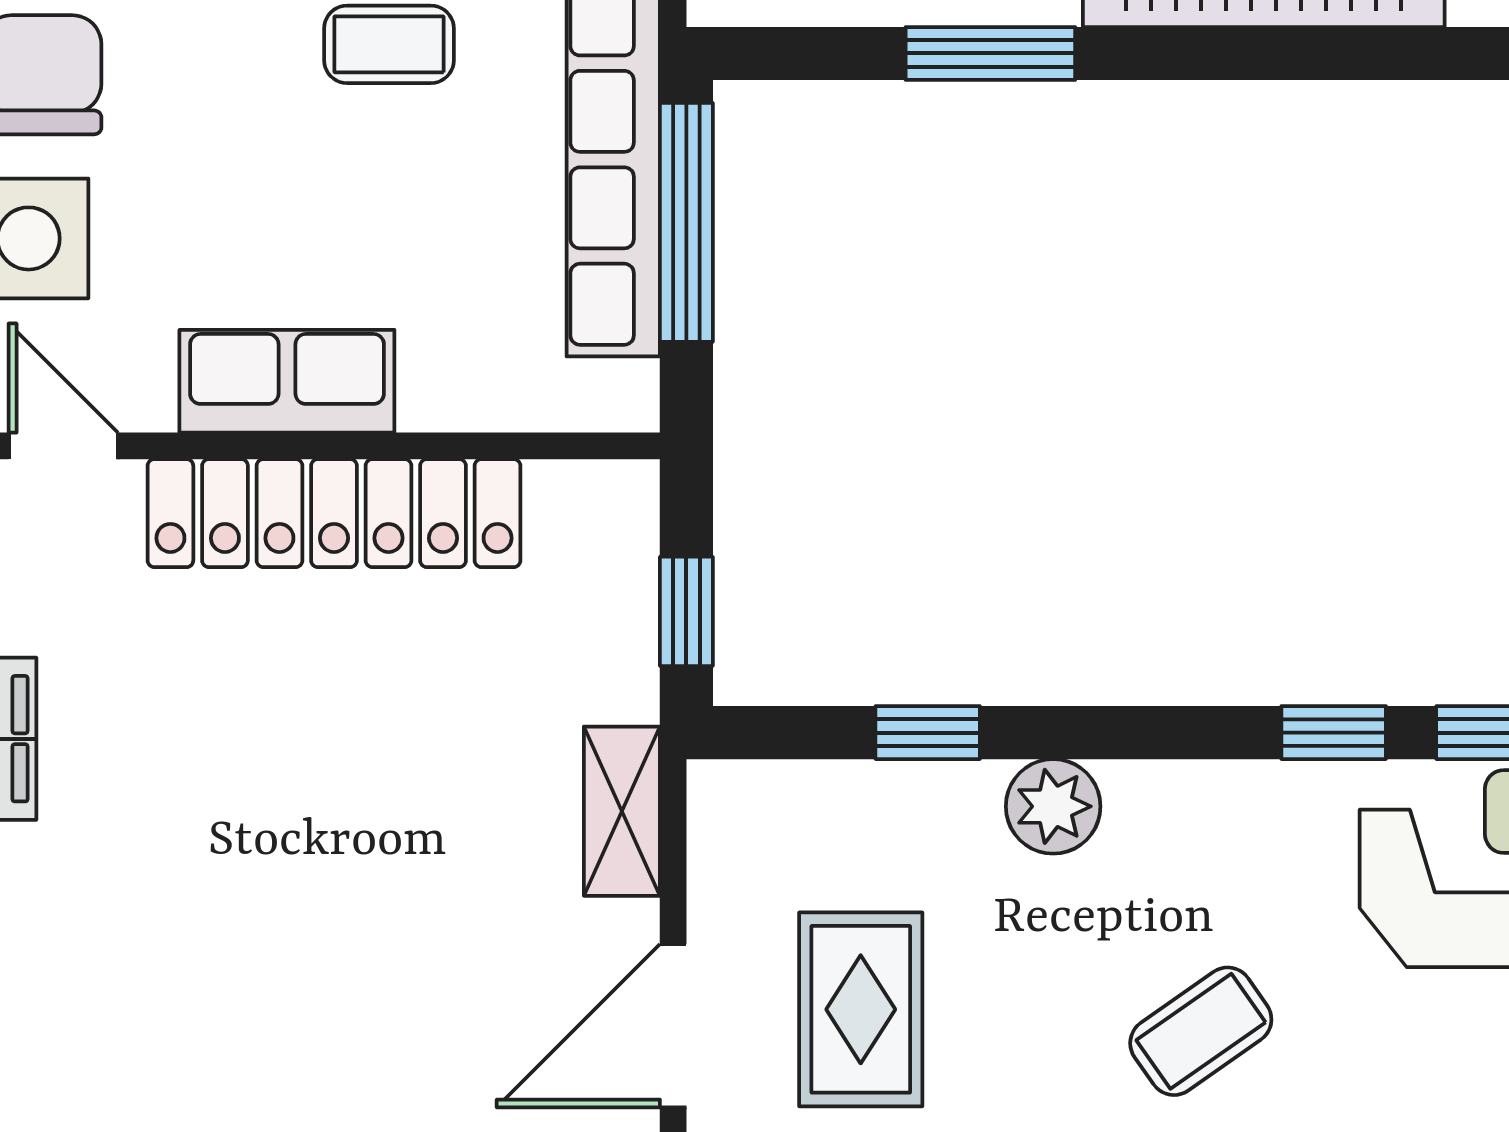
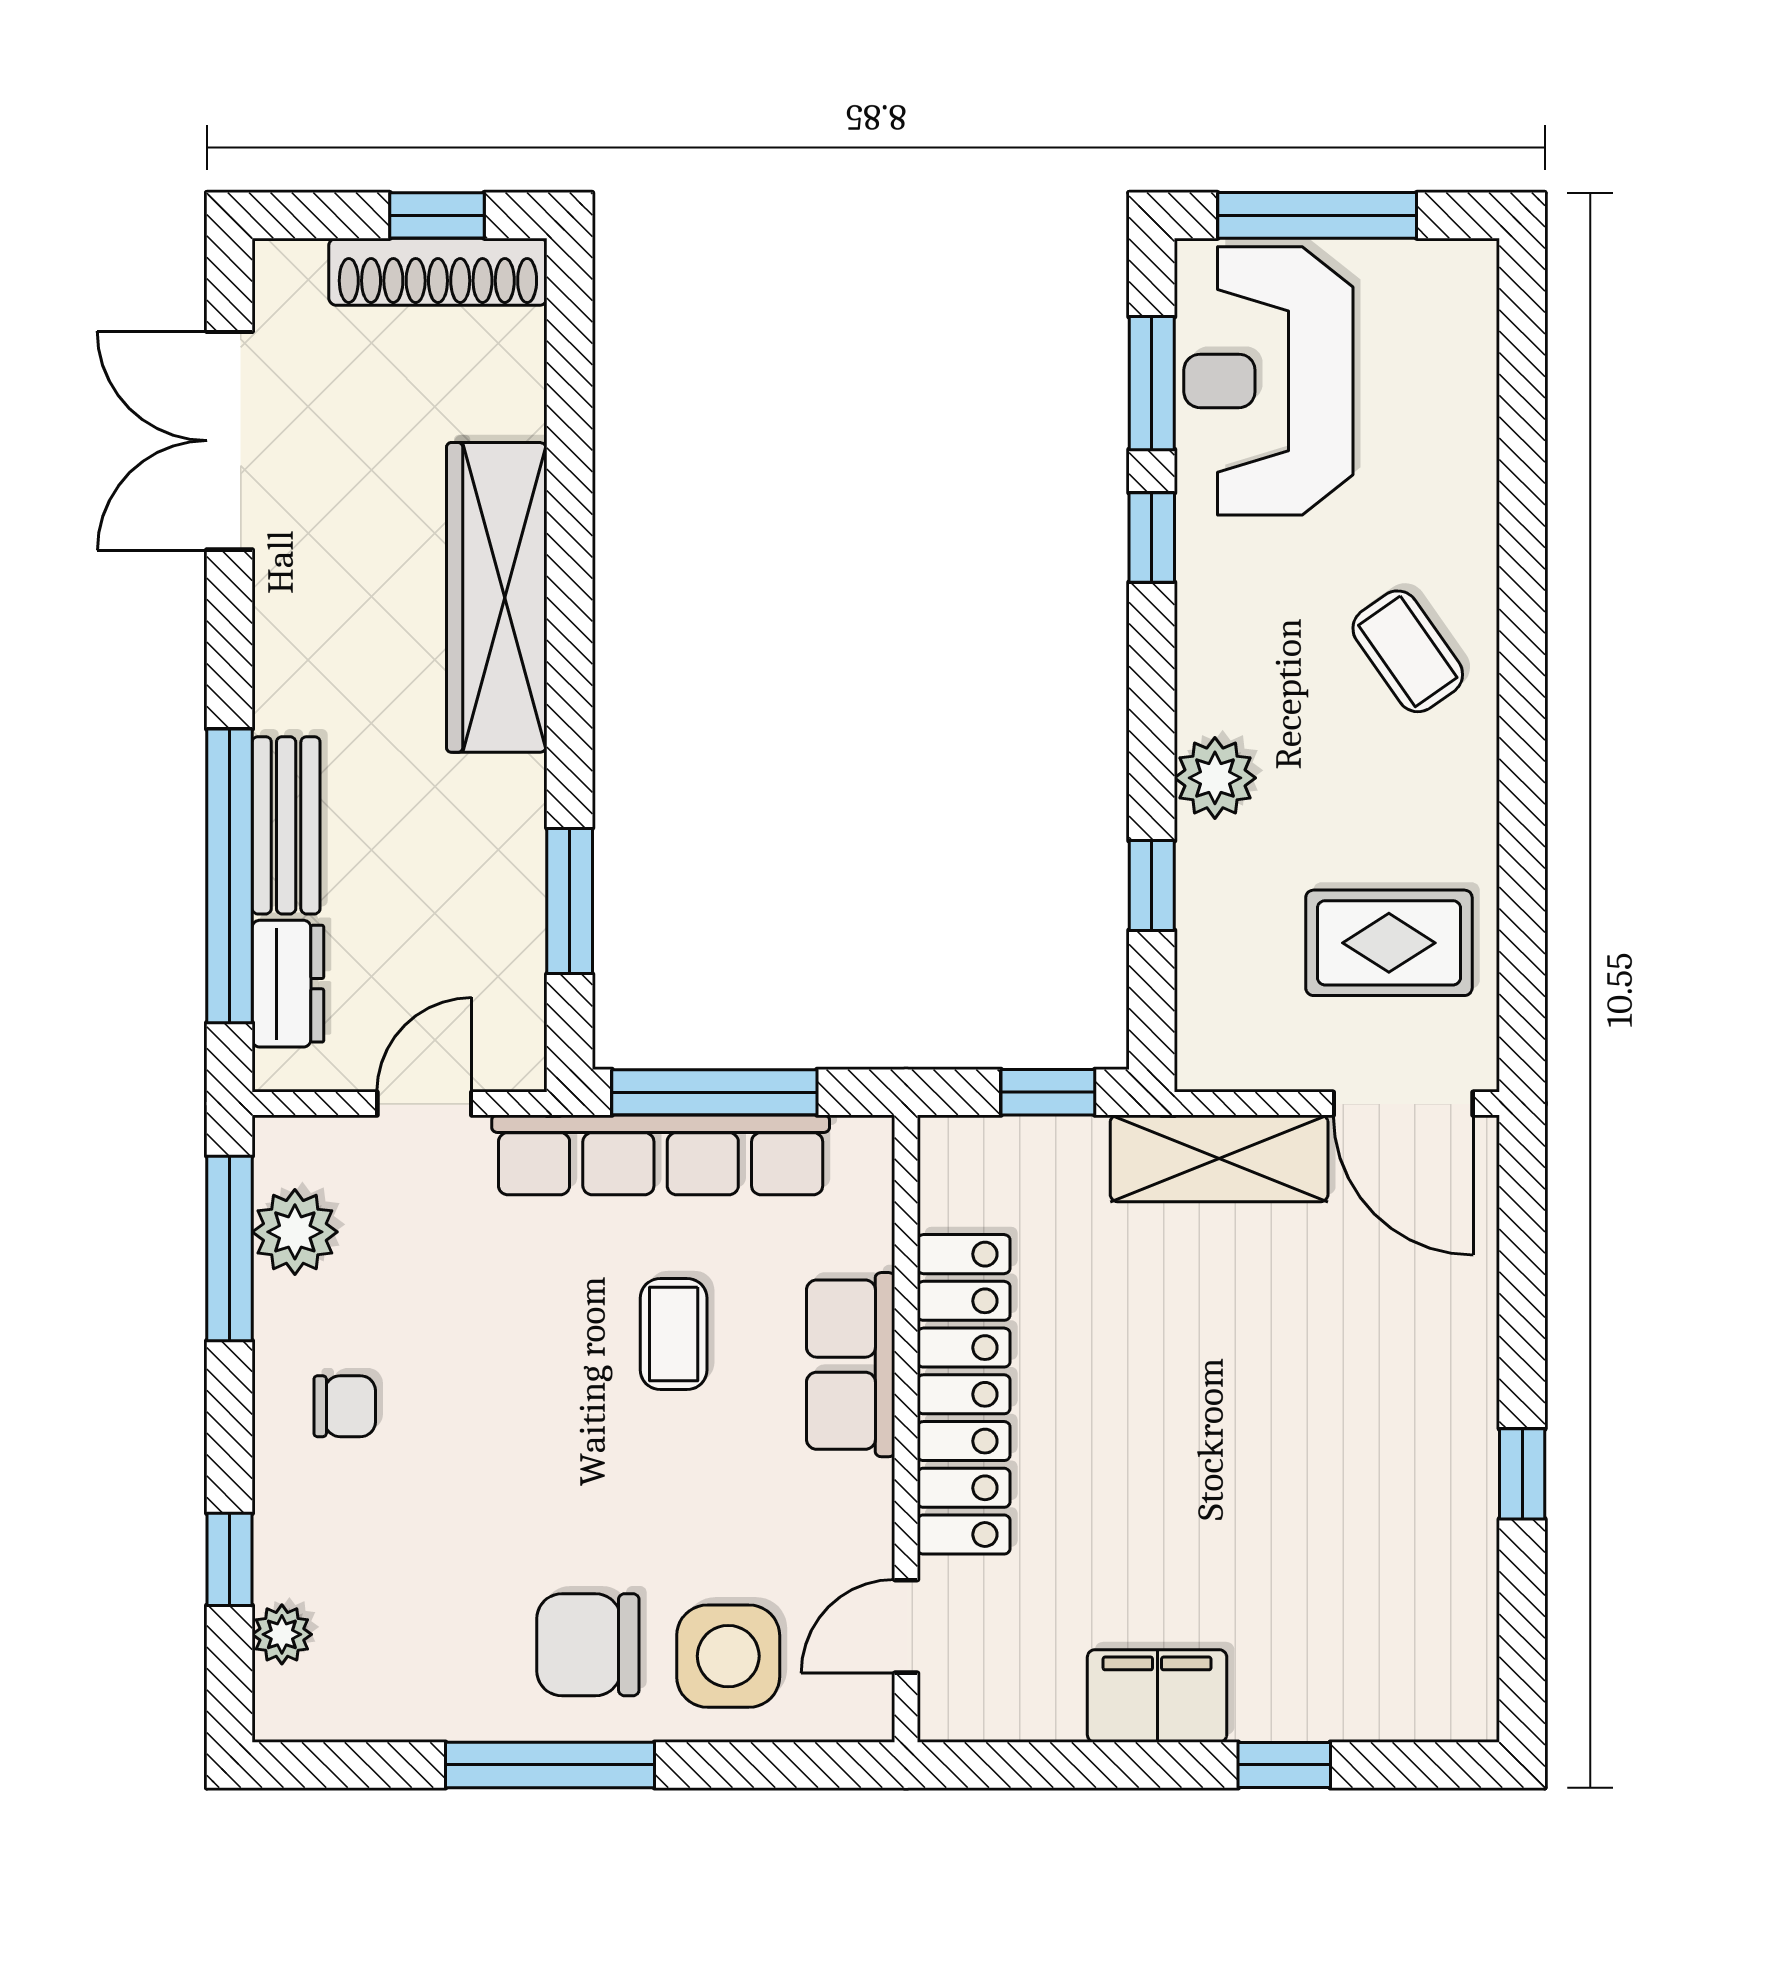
coffee table: (389, 44) -> (674, 1334), moved
window: (990, 53) -> (570, 901), moved
row of seats: (287, 381) -> (851, 1365), moved
shelving: (622, 811) -> (1219, 1158), width x1.50, depth x1.33

